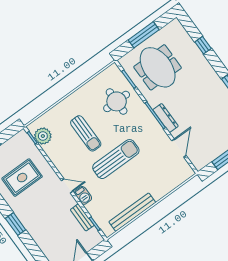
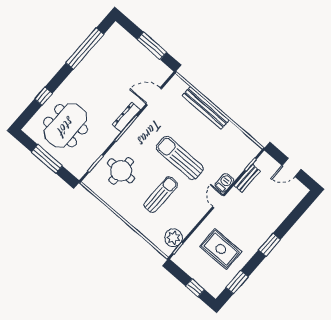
meeting table: (158, 67) -> (66, 126), moved
bench: (132, 212) -> (206, 108), moved

